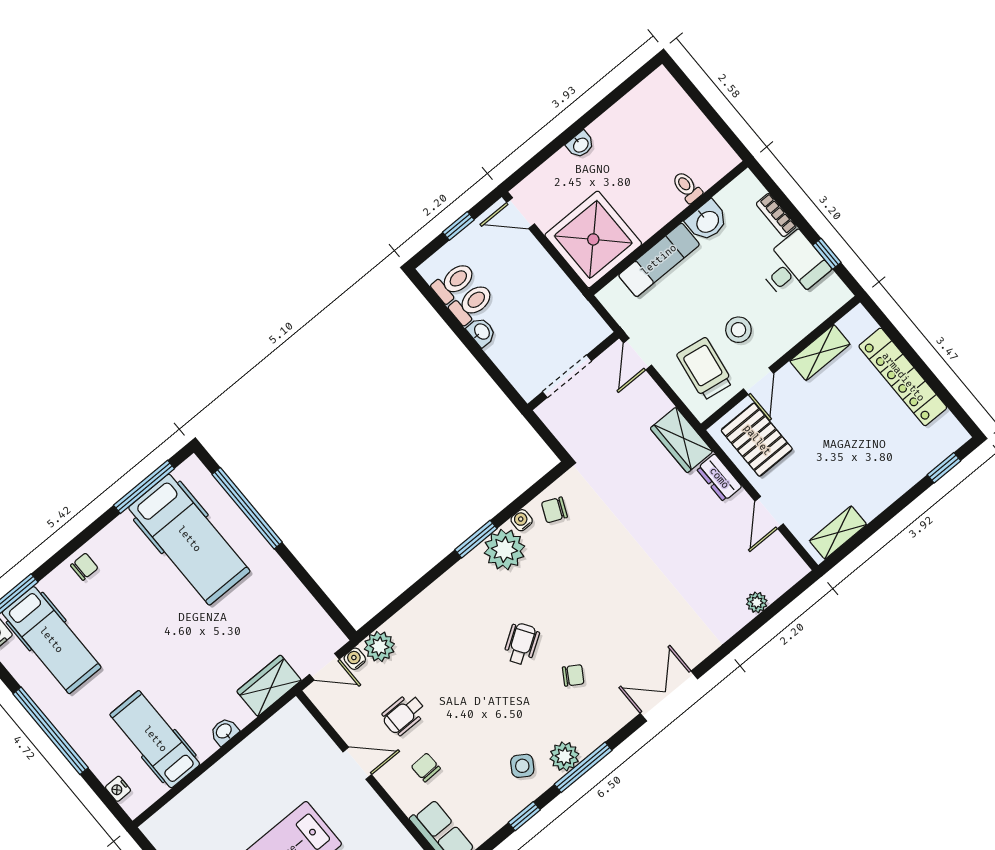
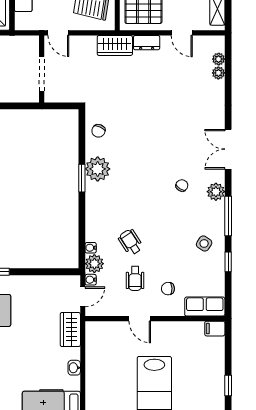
water cooler: (522, 520) -> (91, 248), moved
plant: (775, 588) -> (219, 59), added
wheelchair: (521, 644) -> (131, 242), moved
plant: (564, 756) -> (216, 192), moved
door: (357, 763) -> (140, 319), swing flipped

